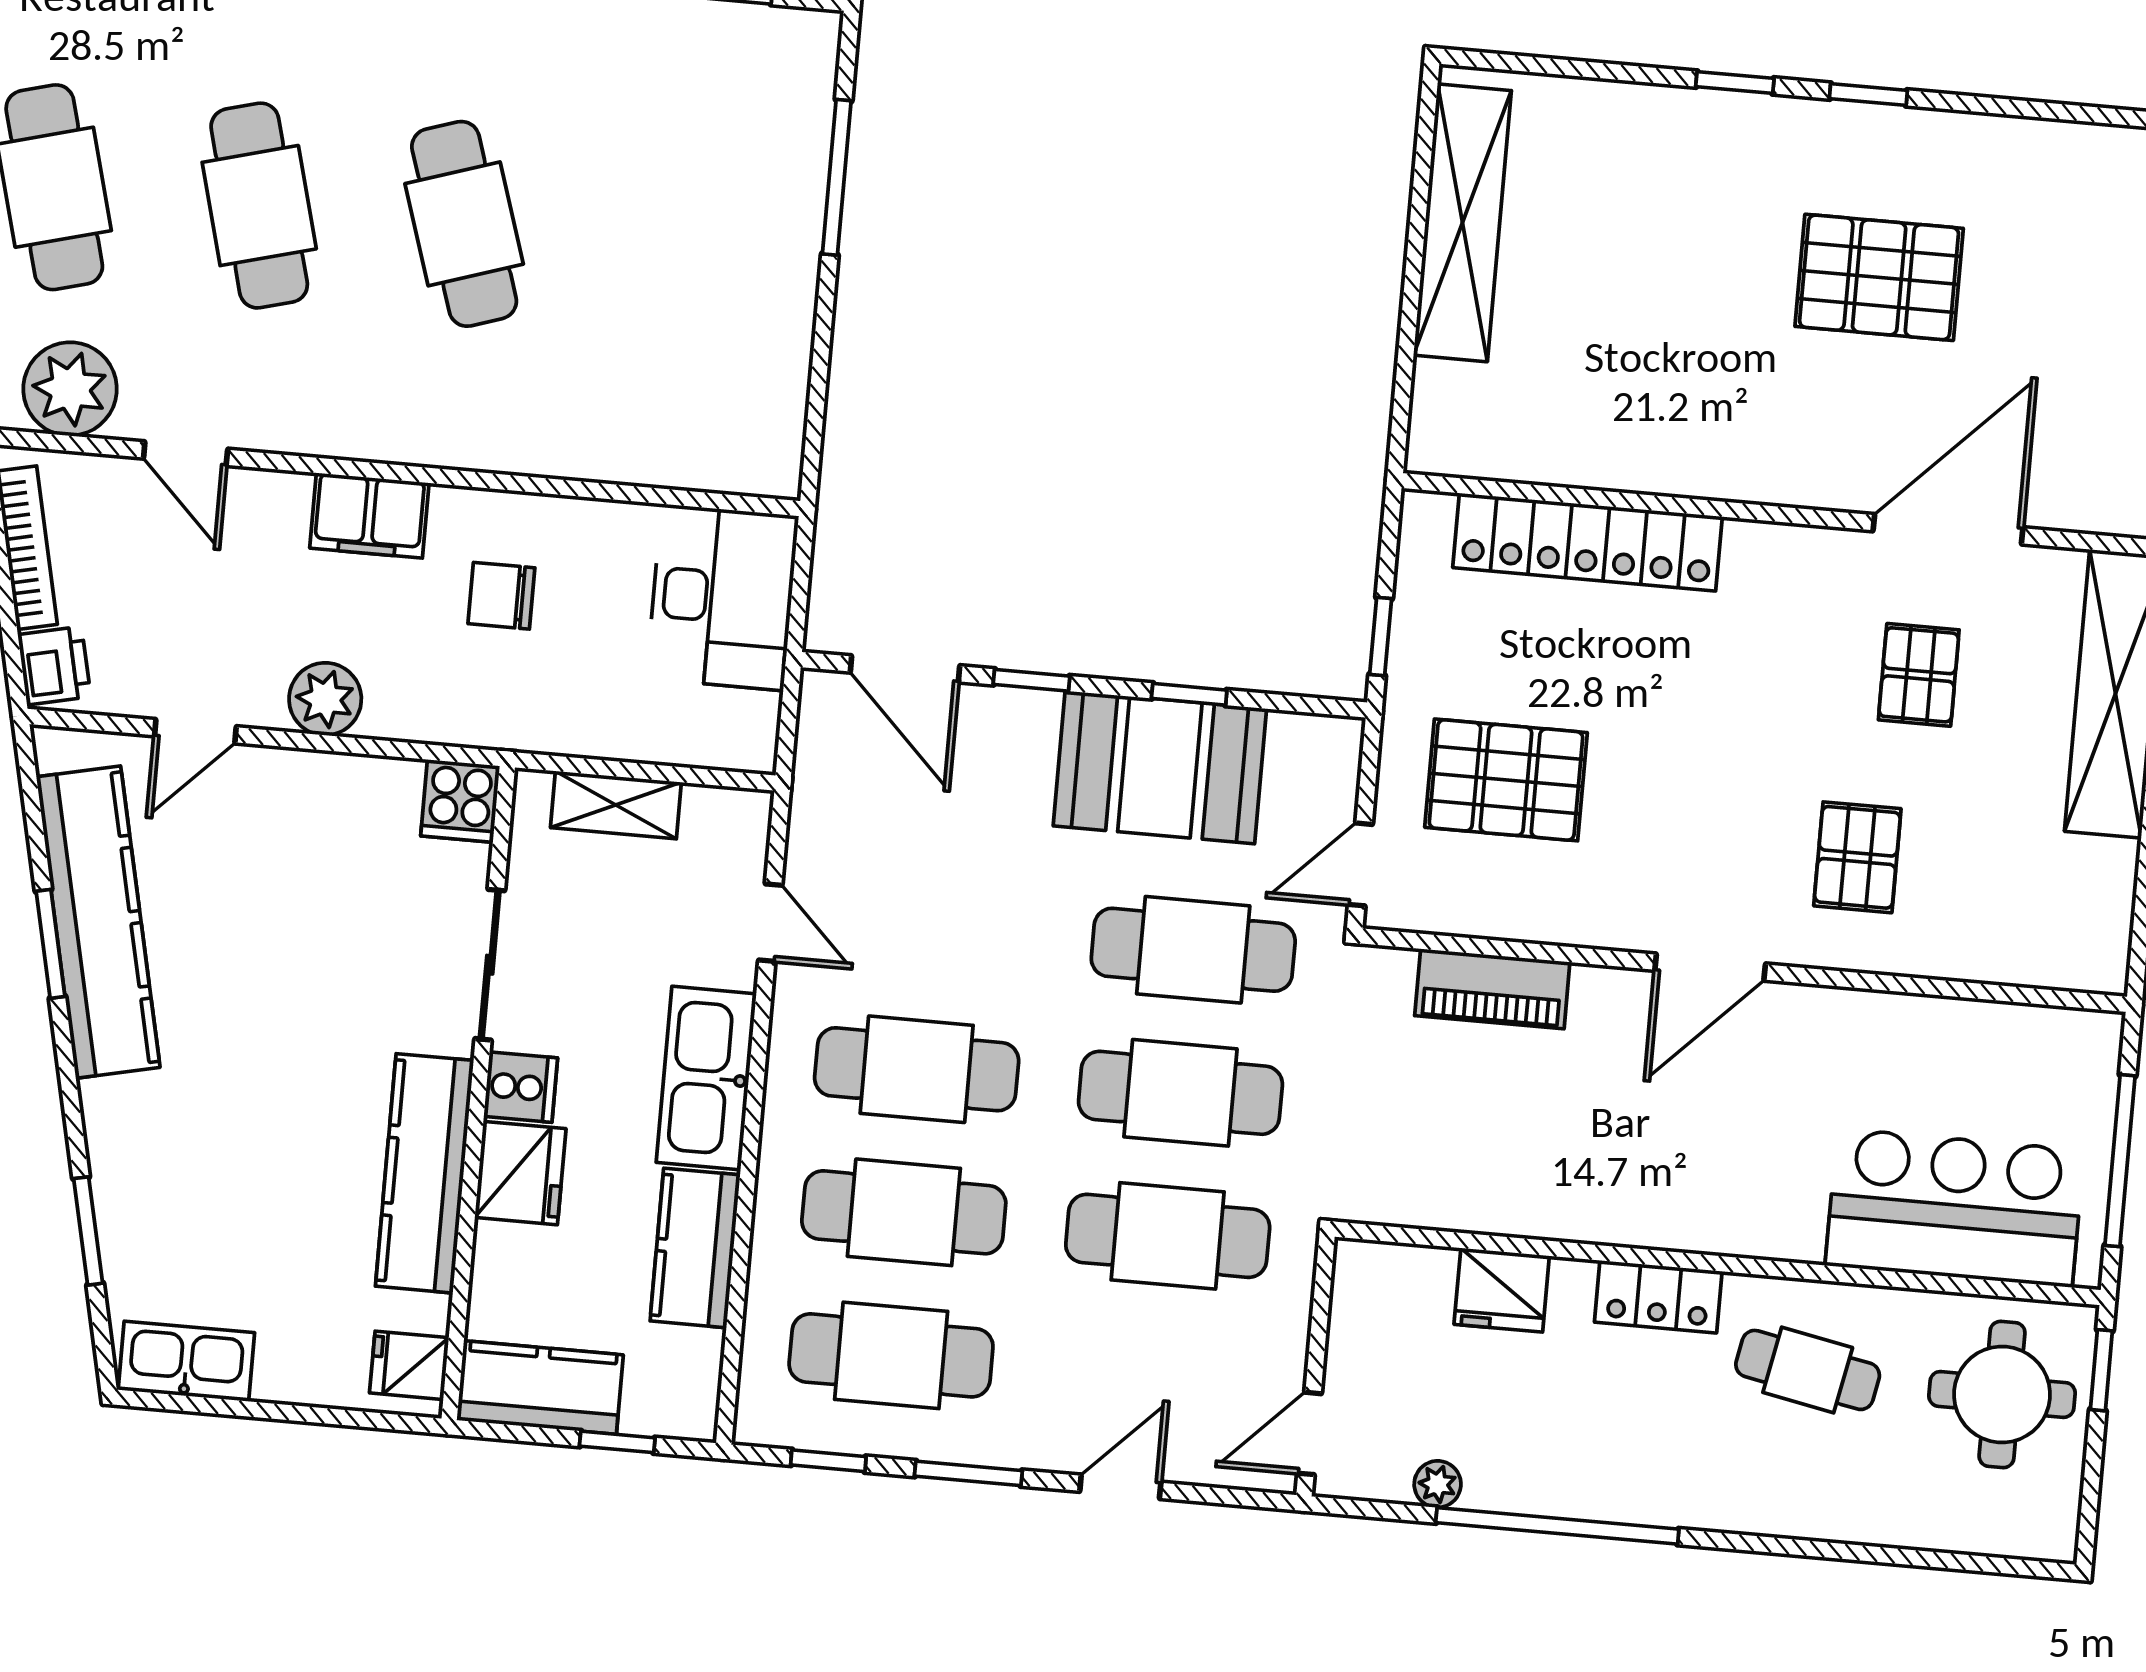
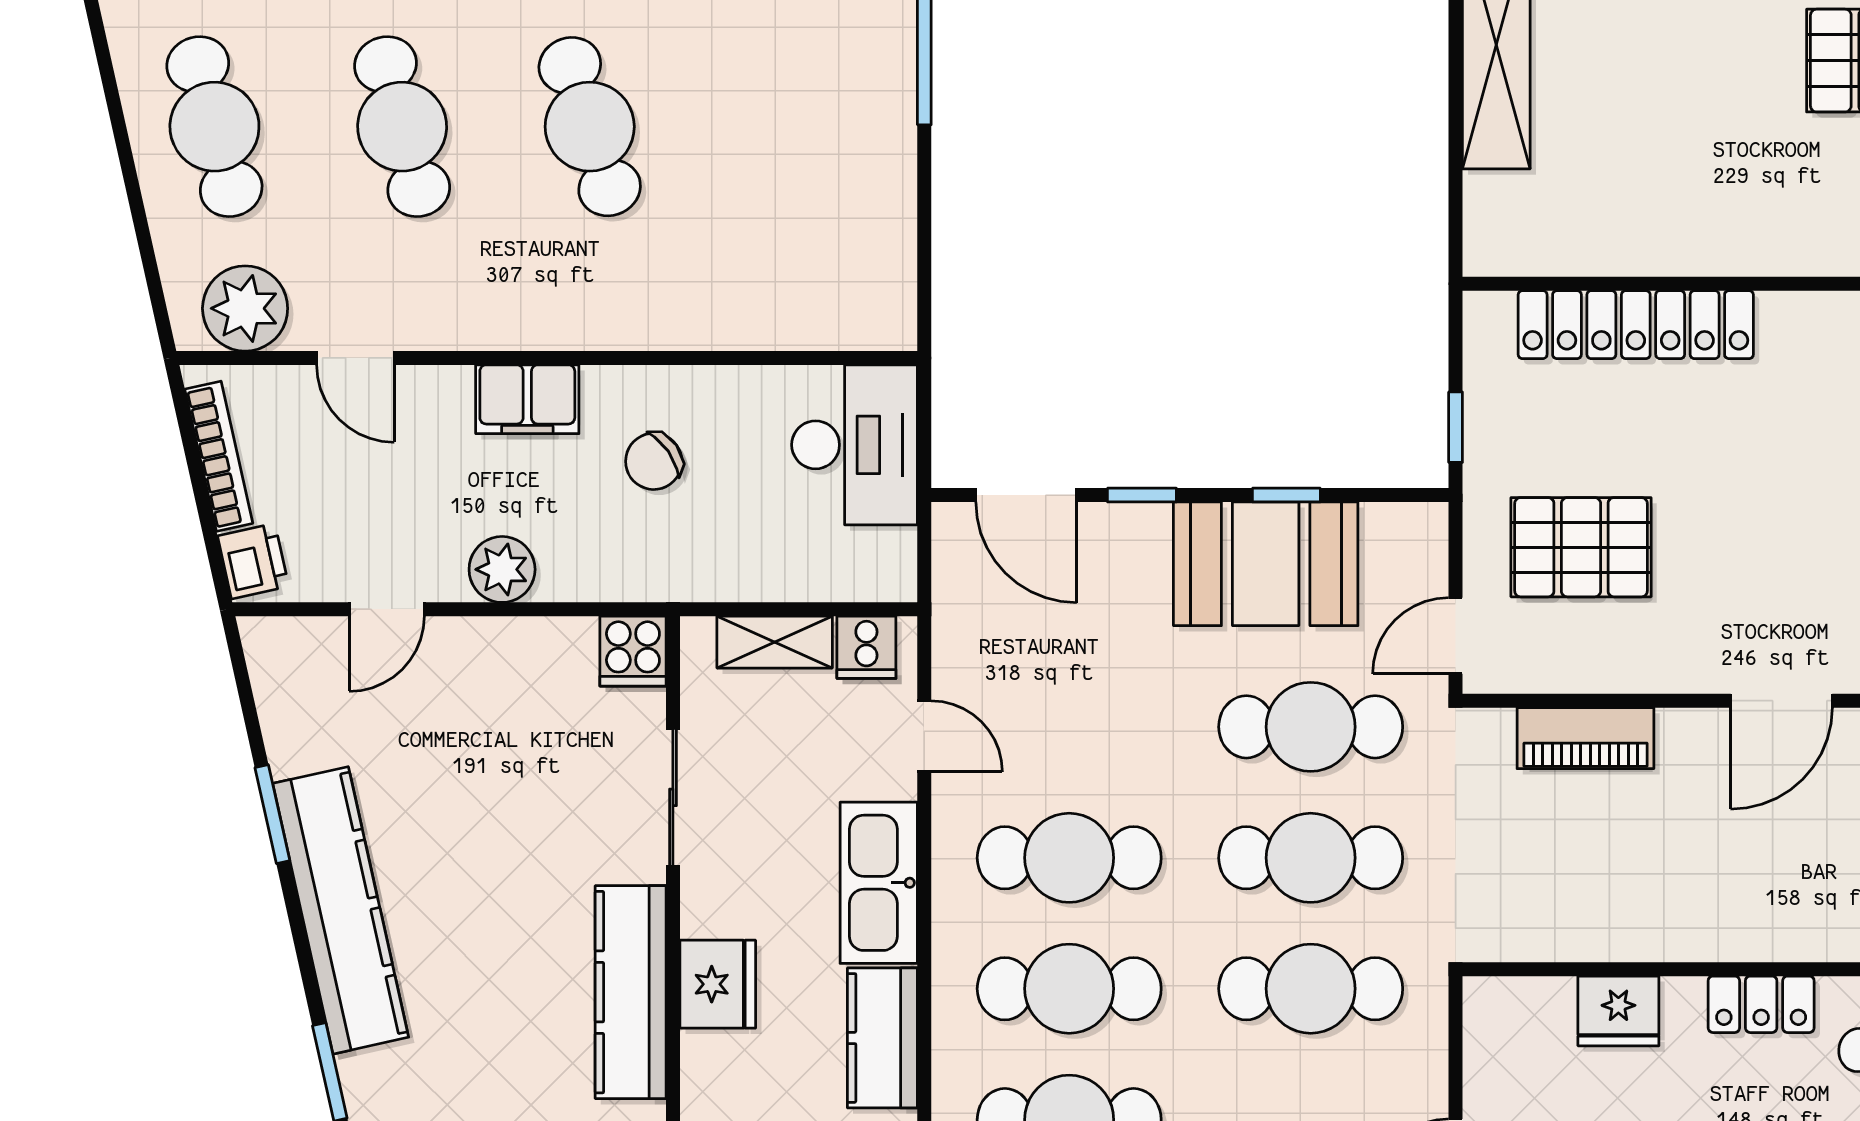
chair: (501, 596) -> (654, 461), turned -35
kitchen counter: (98, 922) -> (341, 910), moved
cooker: (521, 1087) -> (866, 647), moved, turned 90

